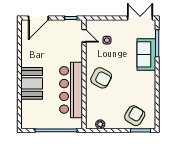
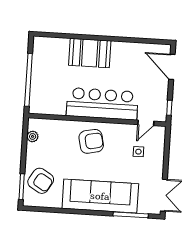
sofa: (146, 54) -> (100, 196), width x1.85, depth x1.27
armchair: (101, 78) -> (91, 141), turned -130
bar counter: (71, 90) -> (102, 104), moved

